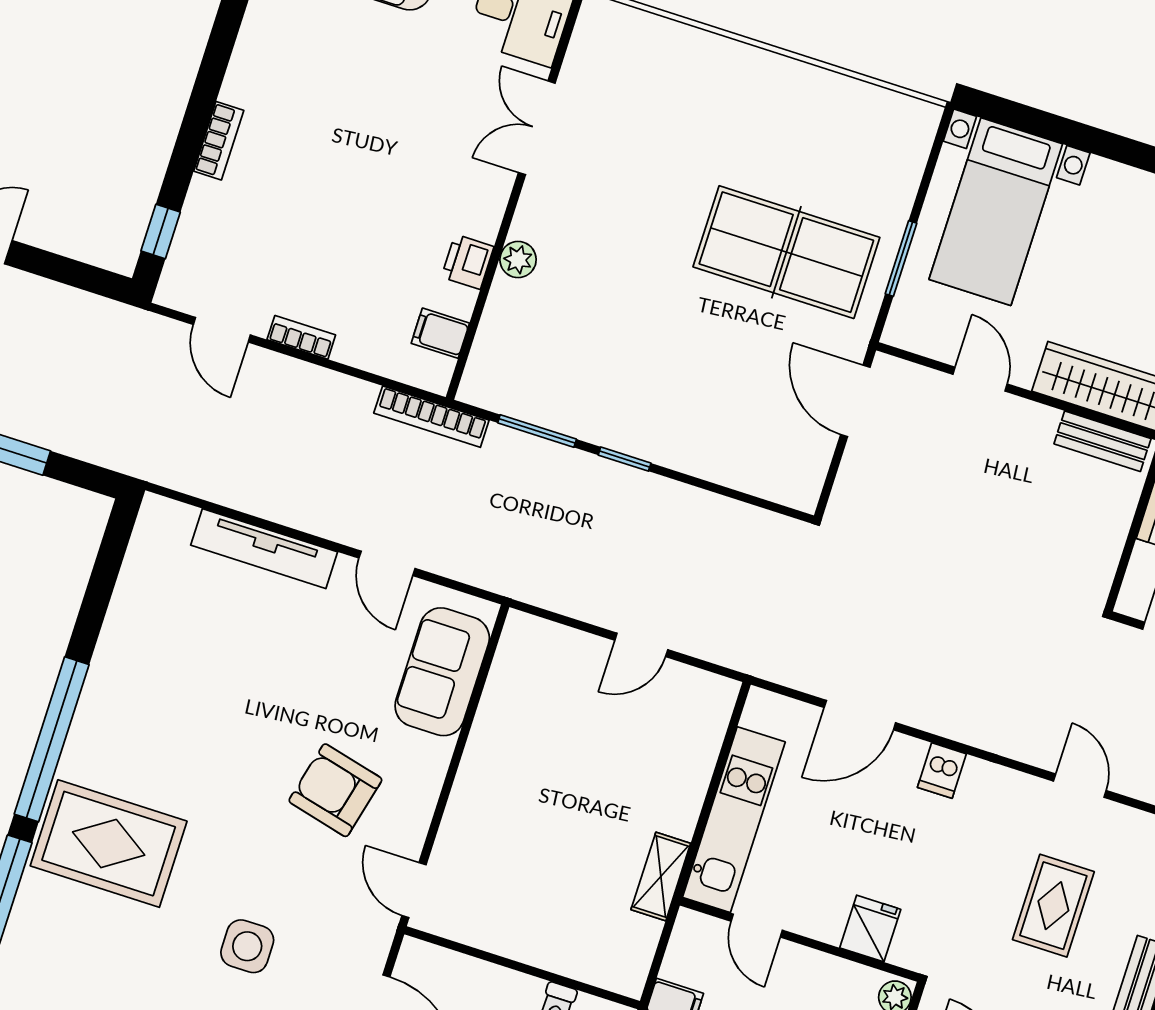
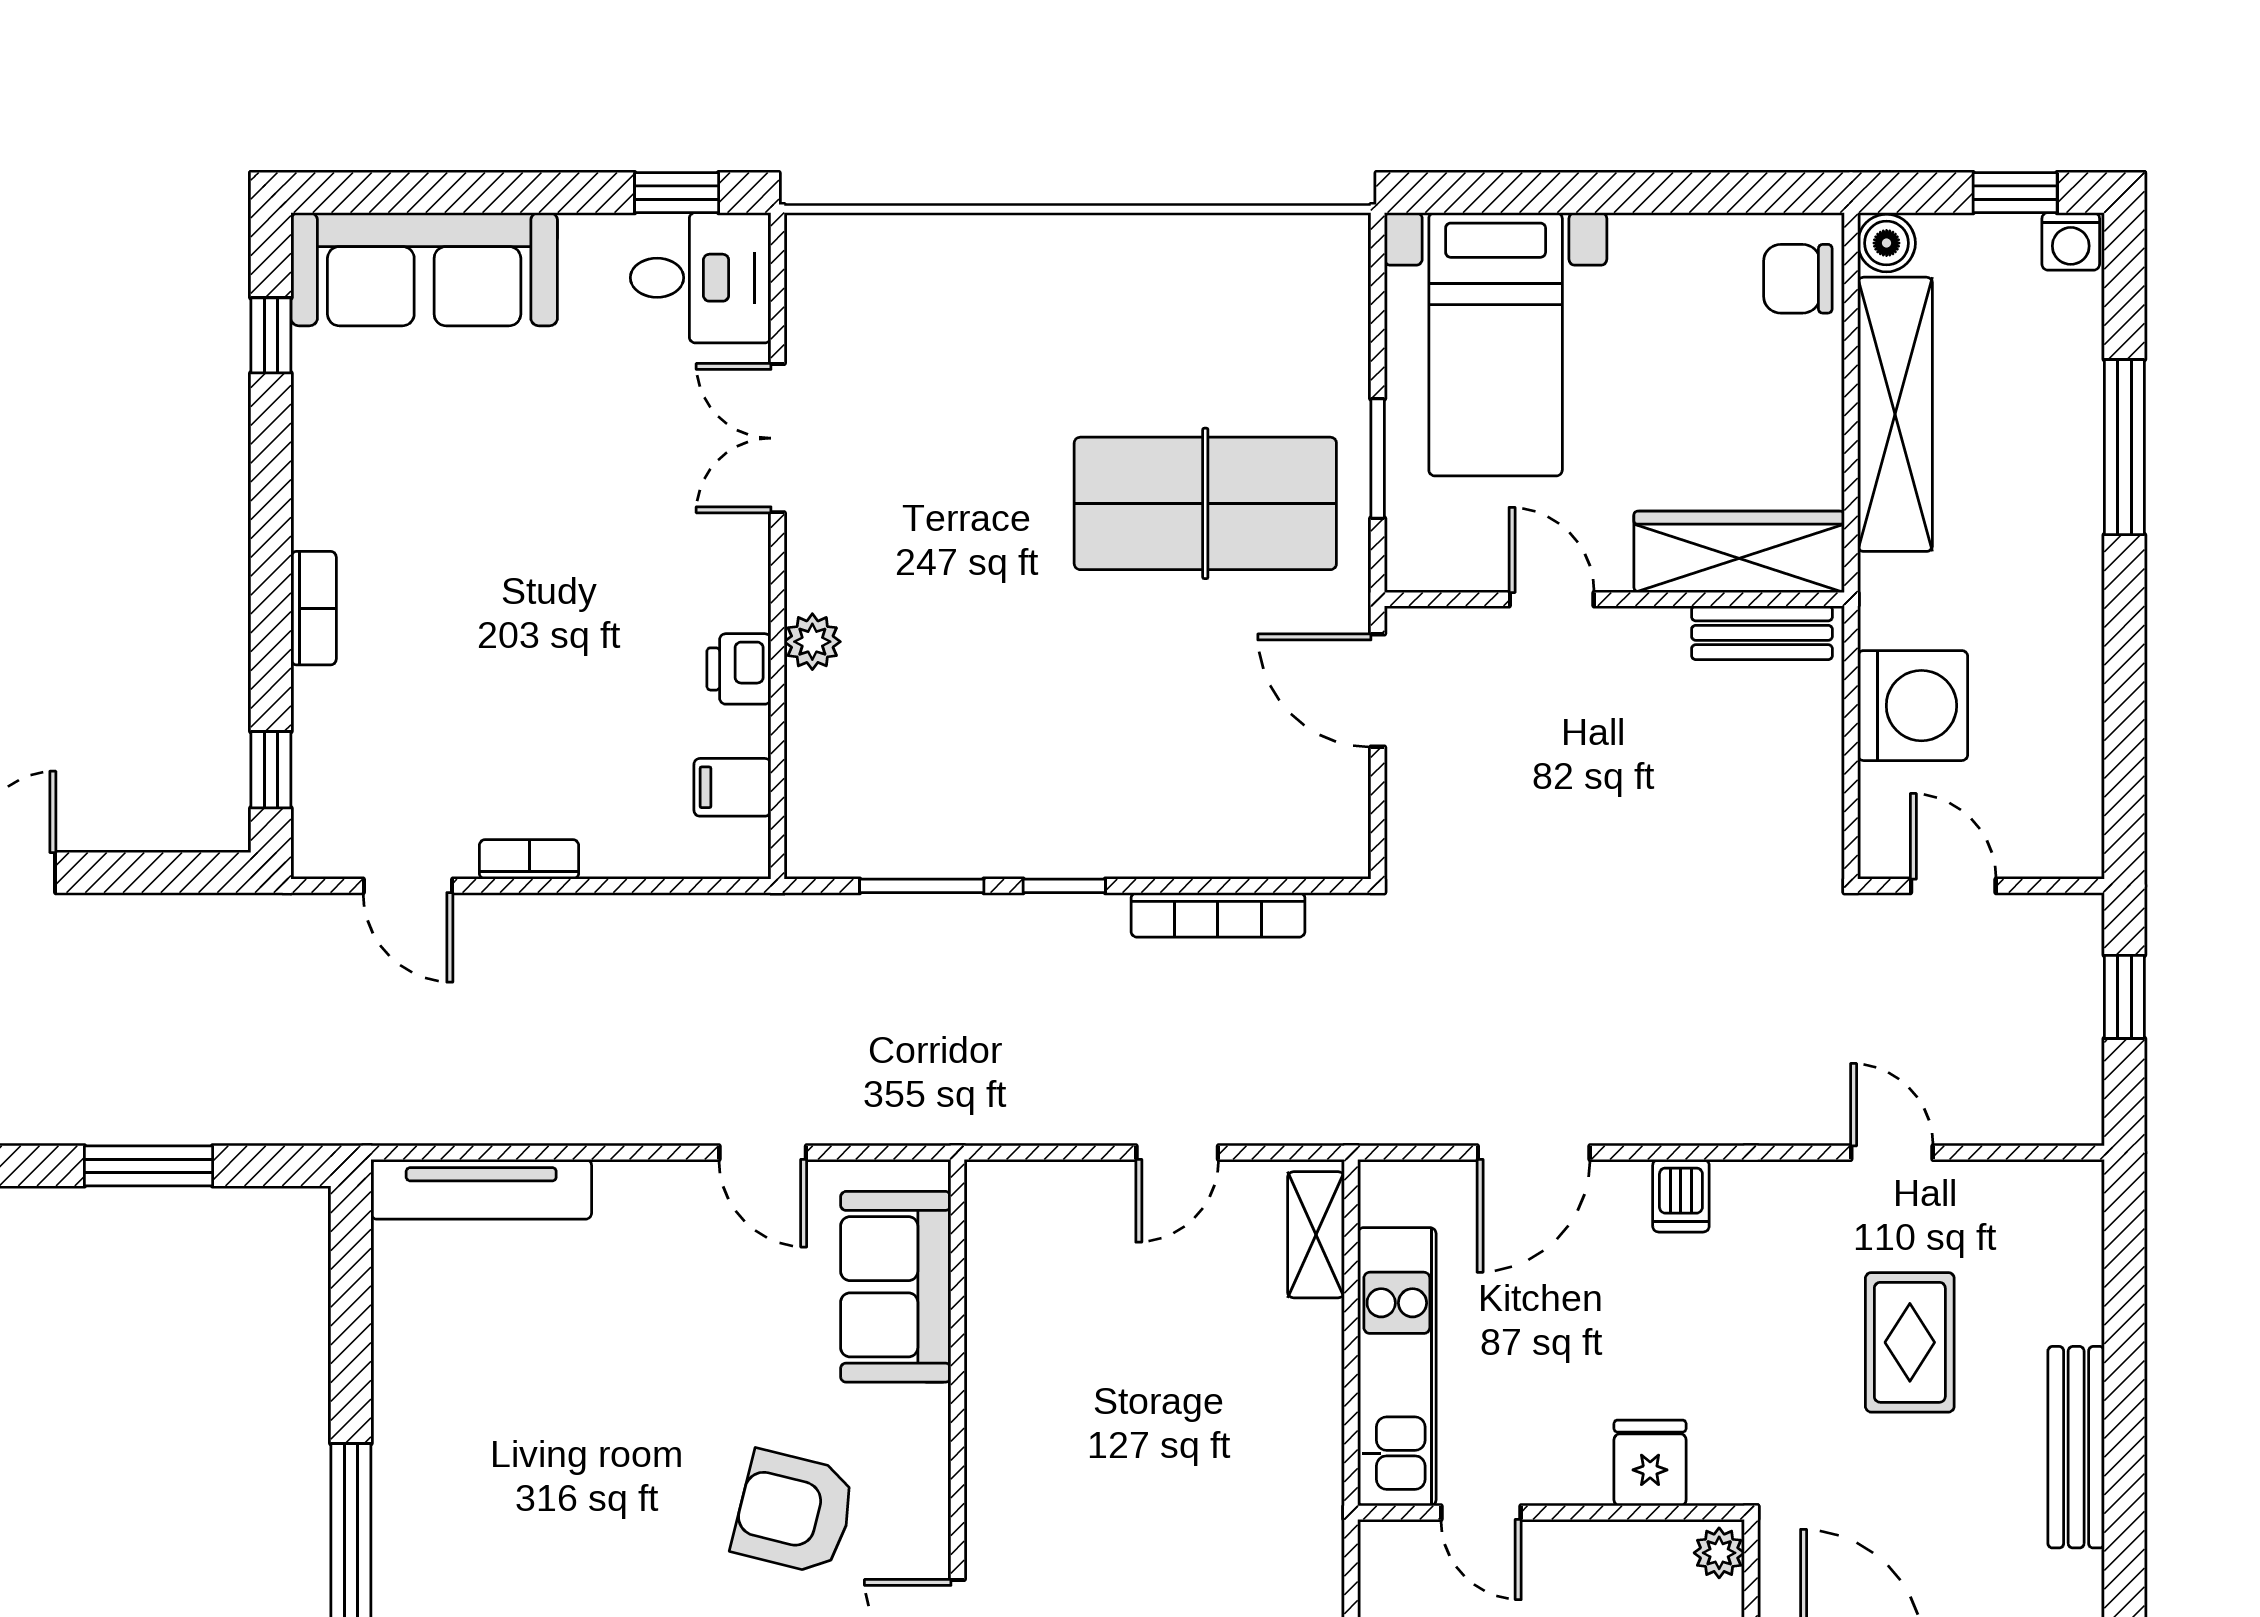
bookcase: (431, 417) -> (1218, 915), moved
tv unit: (264, 549) -> (481, 1189), moved
shelving: (661, 876) -> (1316, 1235), moved

